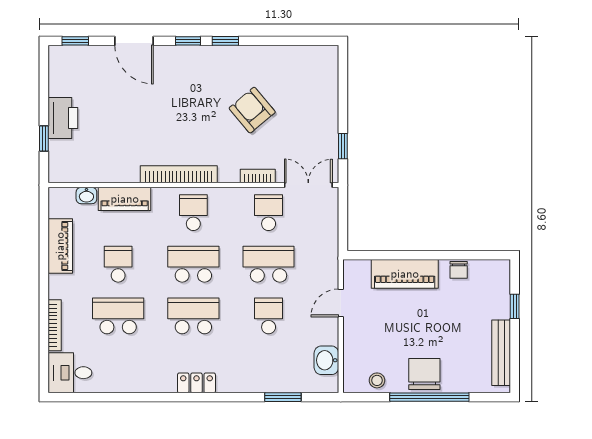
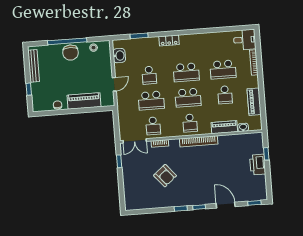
locker: (196, 383) -> (169, 41), moved

